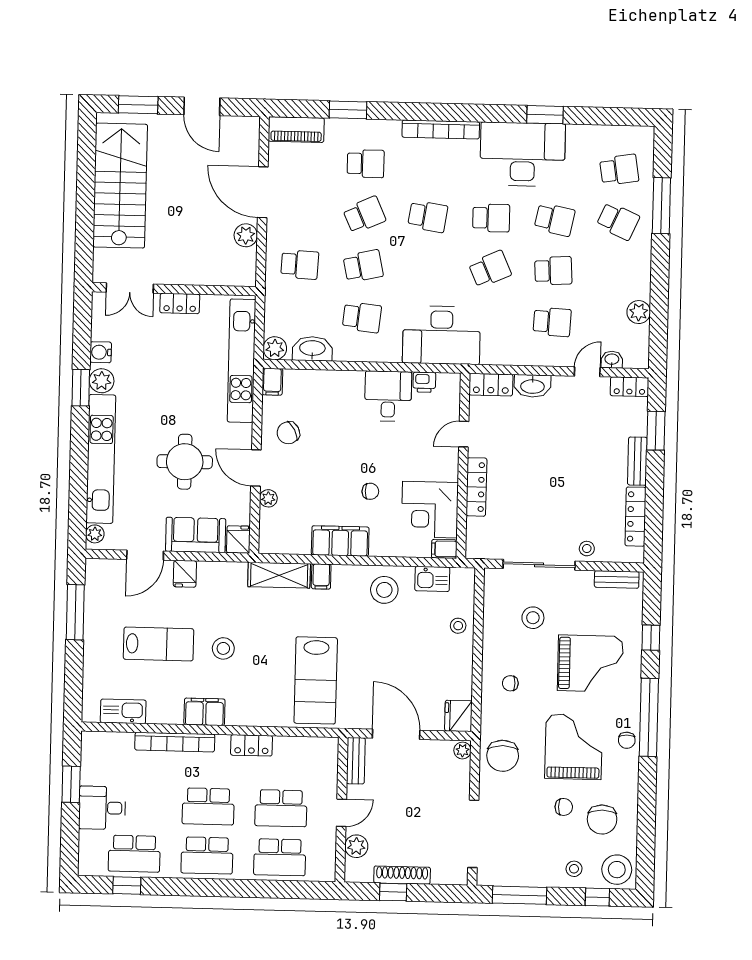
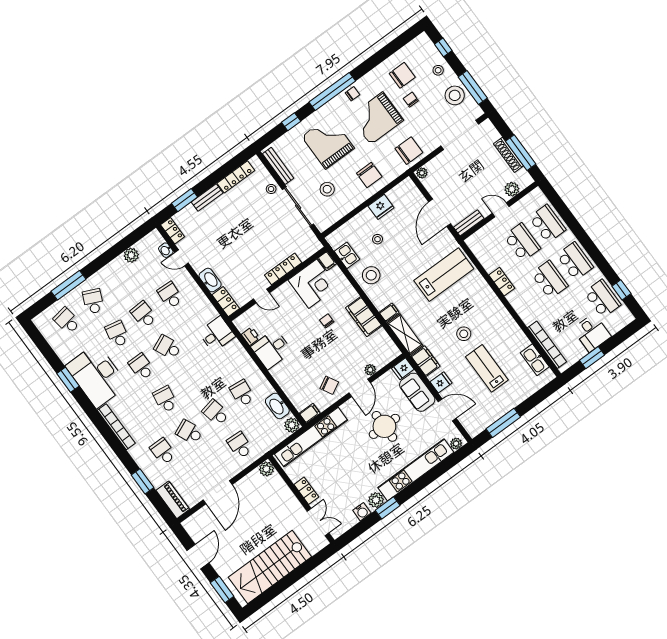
plant: (246, 235) -> (266, 469), moved
desk: (441, 335) -> (217, 334), width x0.53, depth x0.77
bench: (617, 579) -> (278, 166), width x1.36
stool: (458, 626) -> (378, 239), moved
chair: (510, 683) -> (369, 175), width x1.87, depth x1.87
filing cabinet: (204, 712) -> (425, 361), moved, turned 180
fridge: (458, 716) -> (381, 207), moved
bookcase: (175, 742) -> (547, 345), moved
stool: (617, 870) -> (455, 95), moved
window: (393, 892) -> (521, 153), width x2.17

